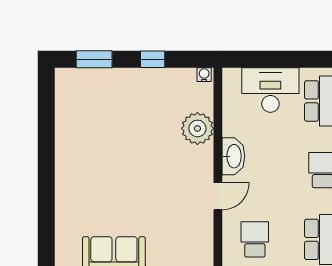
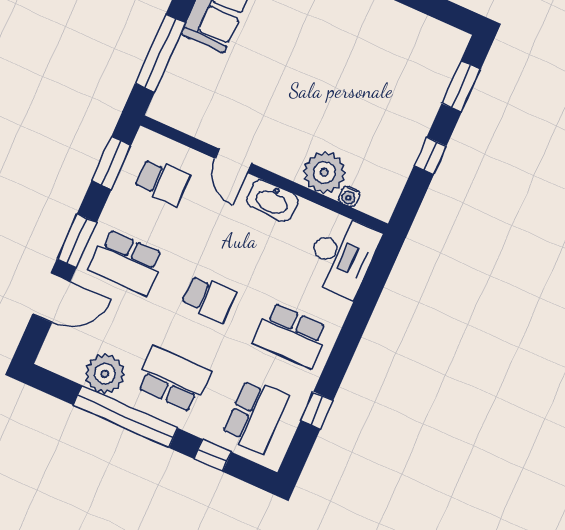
water cooler: (204, 75) -> (349, 196), moved, turned 90
desk: (270, 90) -> (342, 256), moved

